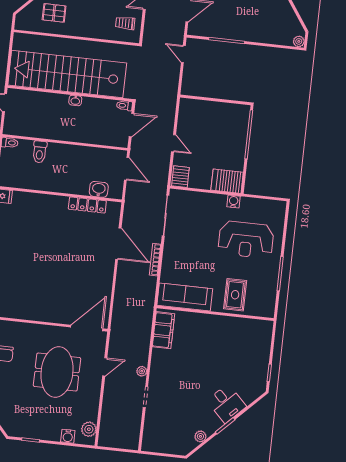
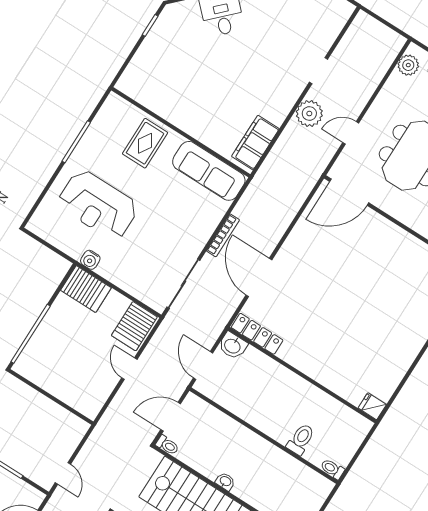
server rack: (180, 177) -> (134, 326), width x1.36, depth x1.44
washbasin: (99, 189) -> (233, 346), moved
locker: (87, 205) -> (257, 334), moved
reception desk: (246, 240) -> (98, 205), turned 180
plant: (142, 371) -> (309, 114), width x1.88, depth x1.88

